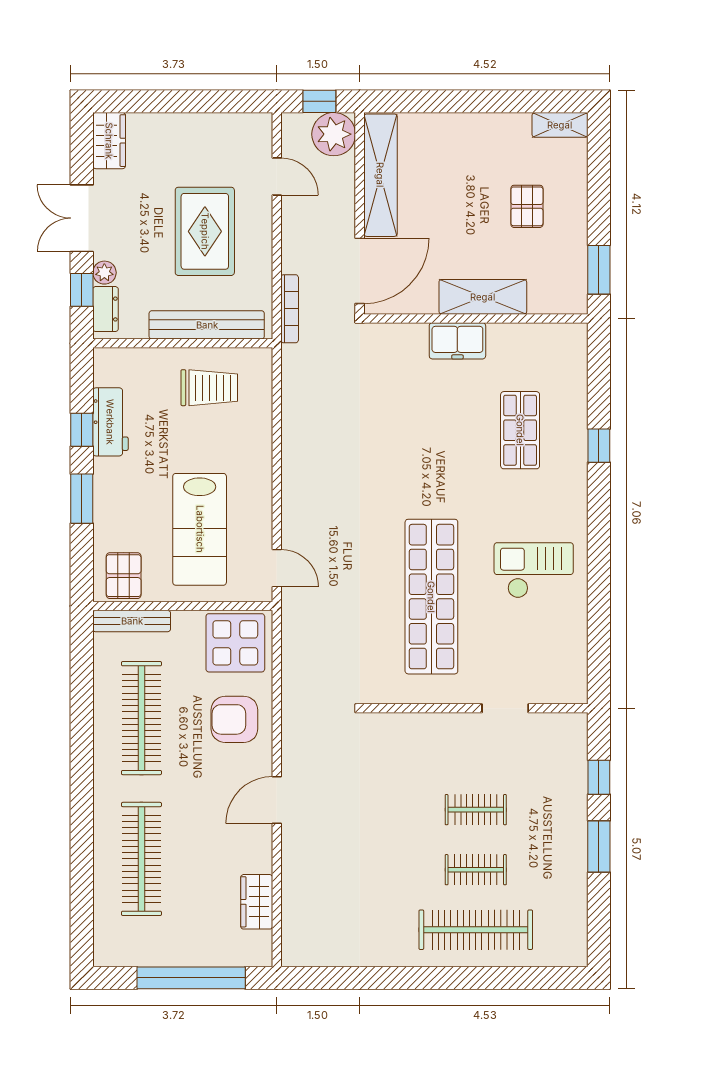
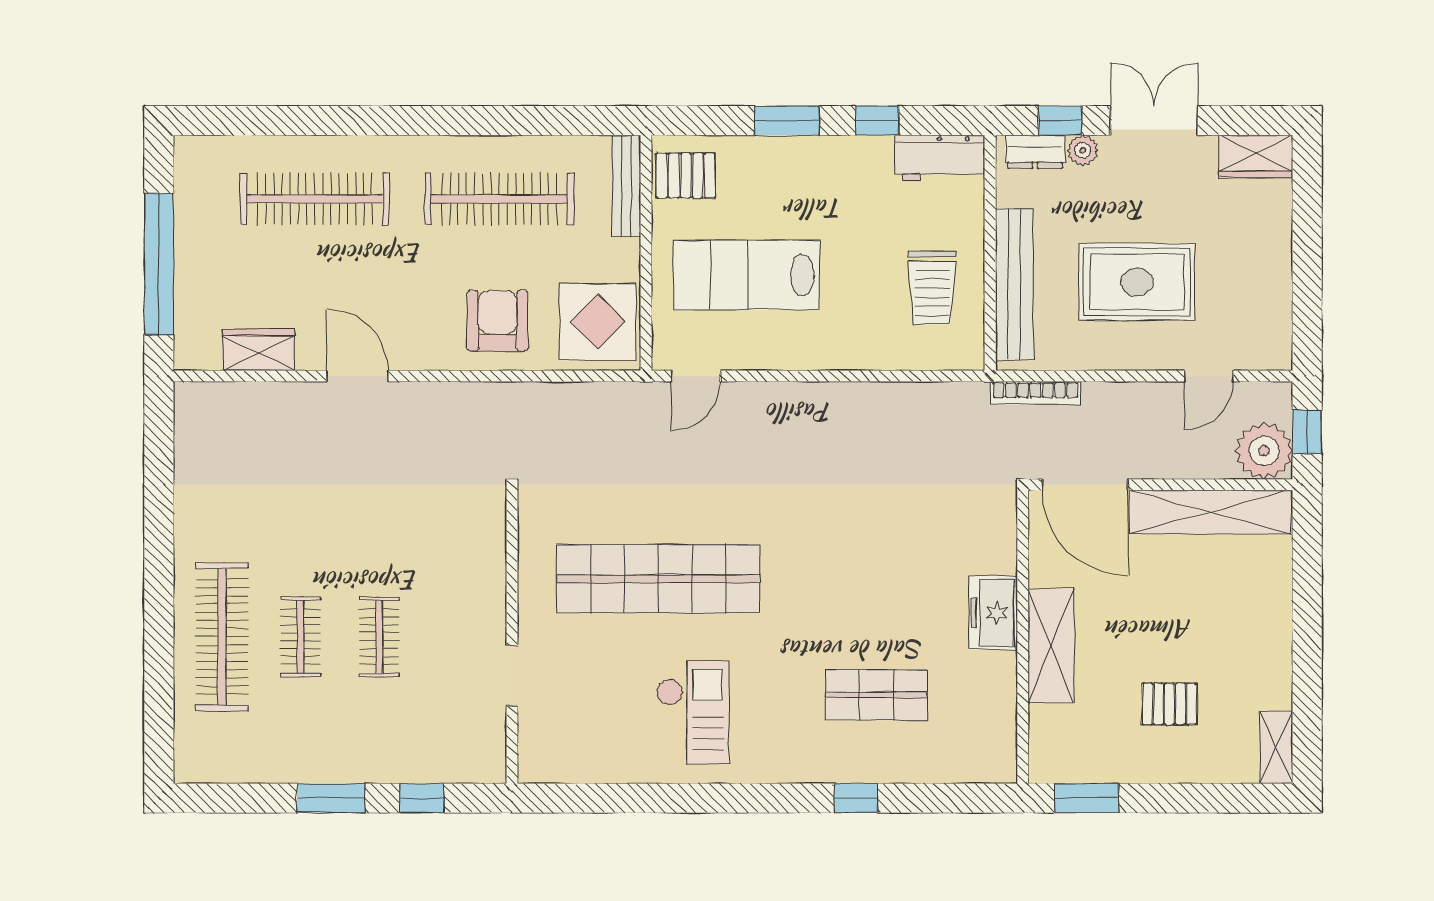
workbench: (110, 422) -> (940, 158), moved
door: (277, 800) -> (357, 376), moved

